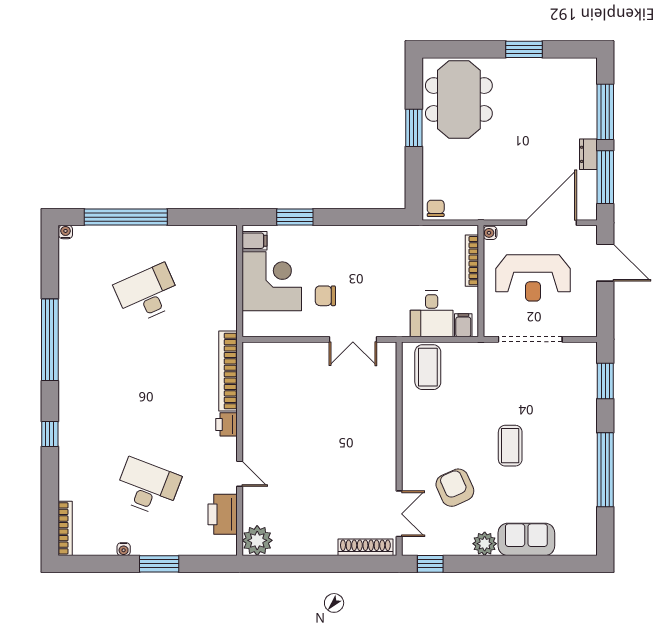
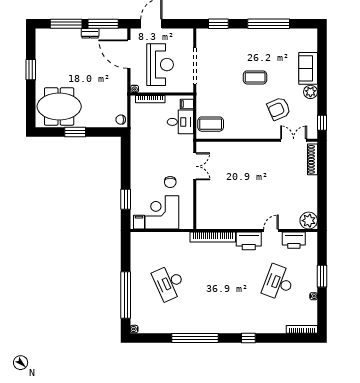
printer: (226, 424) -> (249, 241), width x1.87, depth x1.48

